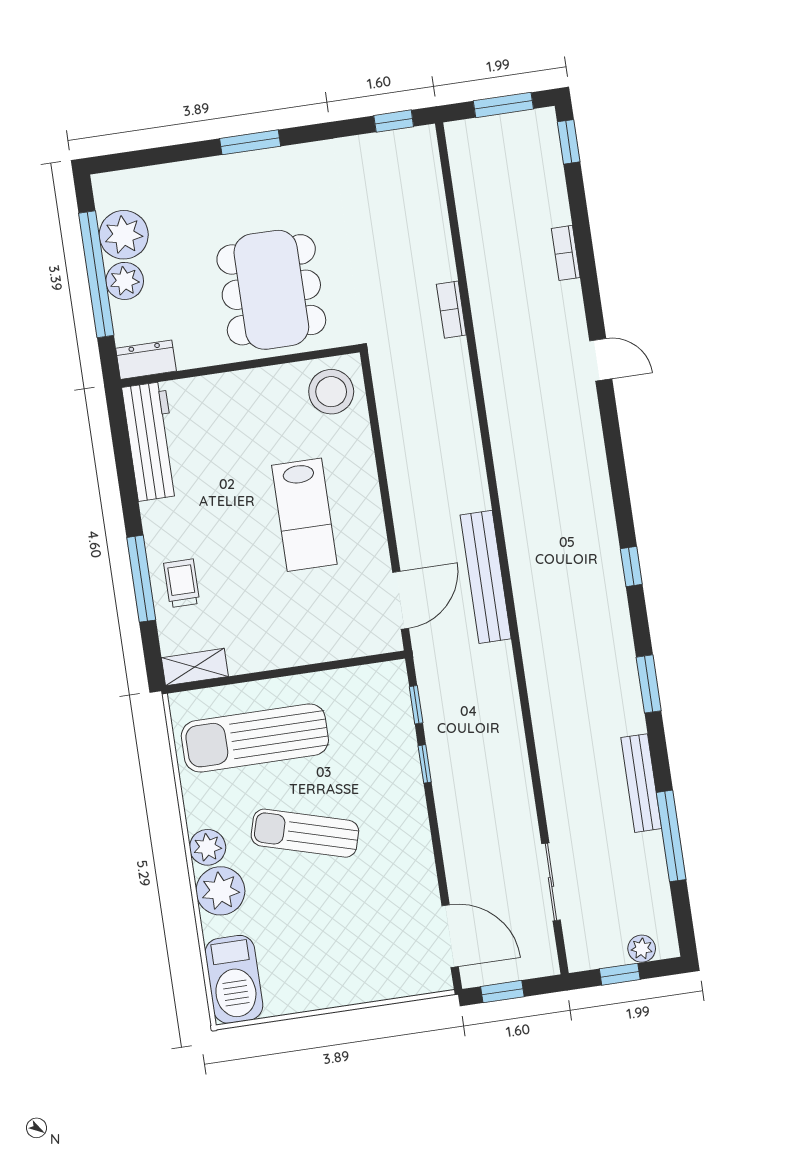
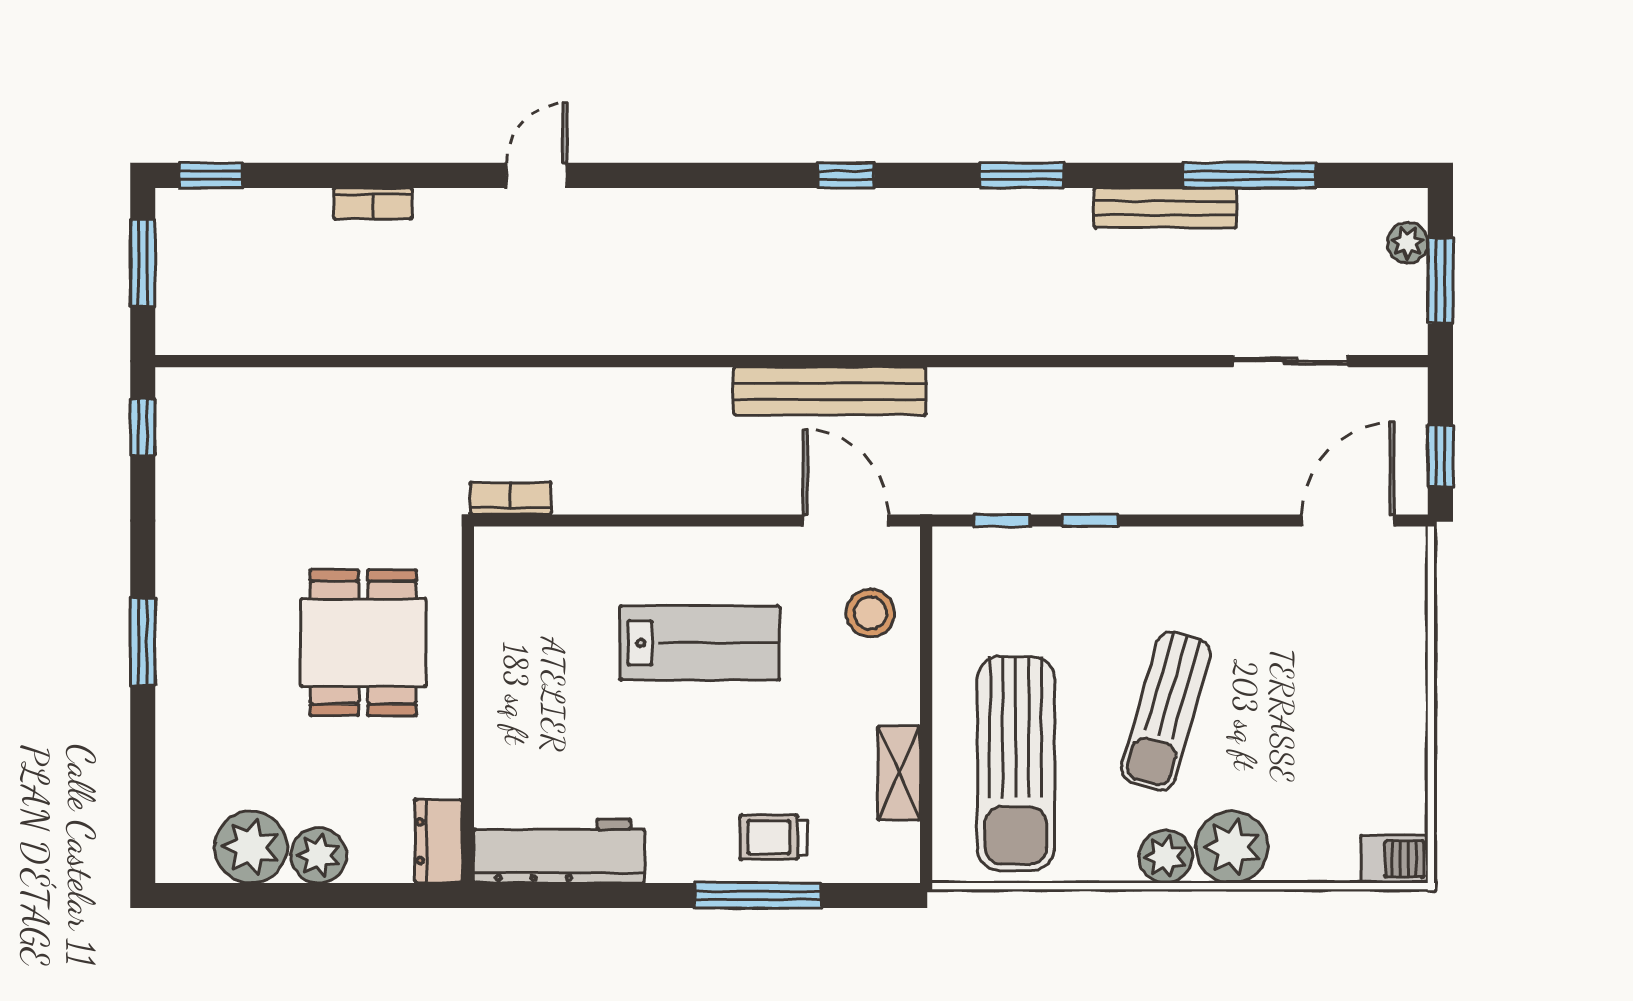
window: (96, 274) -> (303, 895), removed
dining table: (271, 290) -> (363, 643), width x0.73
bookcase: (451, 310) -> (511, 498), moved, turned 180
stool: (331, 392) -> (870, 613), moved, width x0.73, depth x0.73
shelving: (195, 667) -> (899, 773), moved
window: (620, 974) -> (1440, 281), width x1.50
barbecue: (234, 979) -> (1394, 859), width x0.53, depth x0.65

